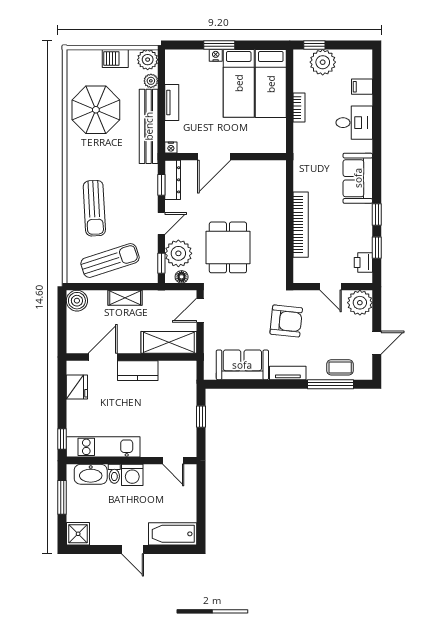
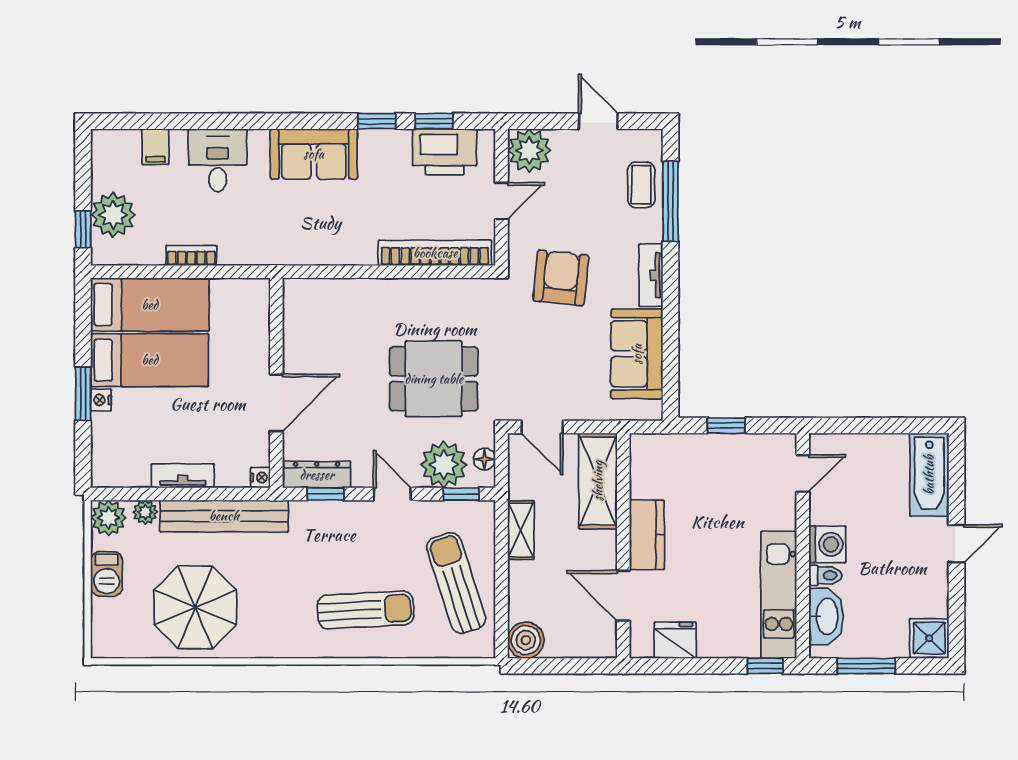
door: (214, 157) -> (276, 403), hinge flipped
bookcase: (301, 225) -> (435, 253), moved
printer: (363, 262) -> (445, 152), width x1.87, depth x1.48
shelving: (125, 298) -> (521, 530), moved

